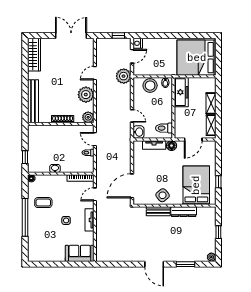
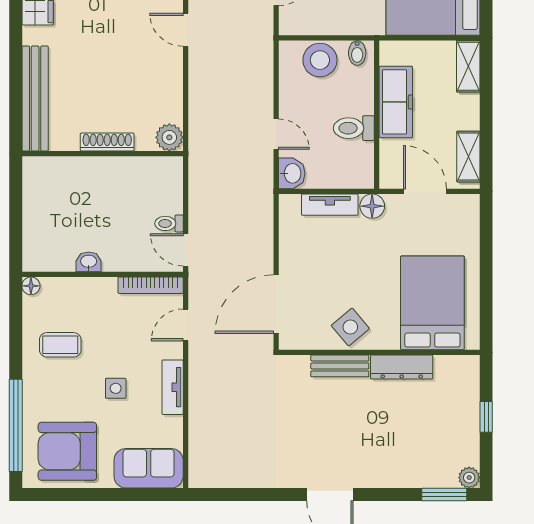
door: (95, 73) -> (186, 30), hinge flipped
plant: (124, 76) -> (255, 37), removed
freezer: (181, 92) -> (396, 102), moved
plant: (86, 95) -> (164, 82), removed
shelving: (211, 103) -> (468, 66), moved
toilet: (164, 128) -> (354, 128), moved
door: (95, 139) -> (186, 250), moved
door: (193, 139) -> (425, 191), swing flipped
window: (25, 157) -> (16, 234), removed
window: (218, 182) -> (486, 294), removed
window: (25, 217) -> (16, 425), moved
armchair: (46, 246) -> (67, 451), added
window: (186, 264) -> (444, 495), moved

